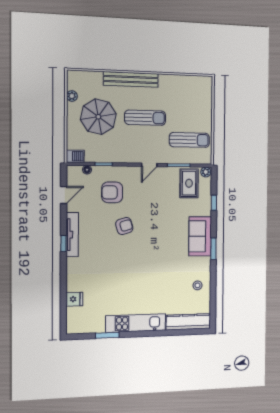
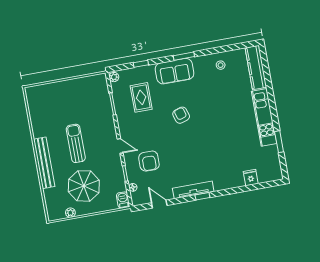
sun lounger: (189, 140) -> (87, 98), removed
door: (149, 165) -> (120, 146), moved
rug: (189, 183) -> (141, 97), moved, turned 90
armchair: (124, 226) -> (181, 115), moved

